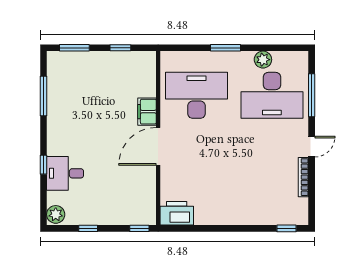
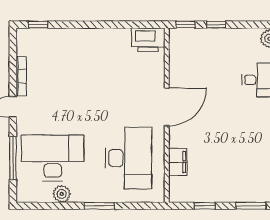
desk: (196, 95) -> (128, 158), turned -90
filing cabinet: (147, 112) -> (178, 162), moved
window: (88, 228) -> (216, 25), moved

